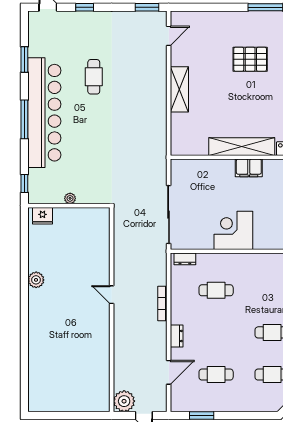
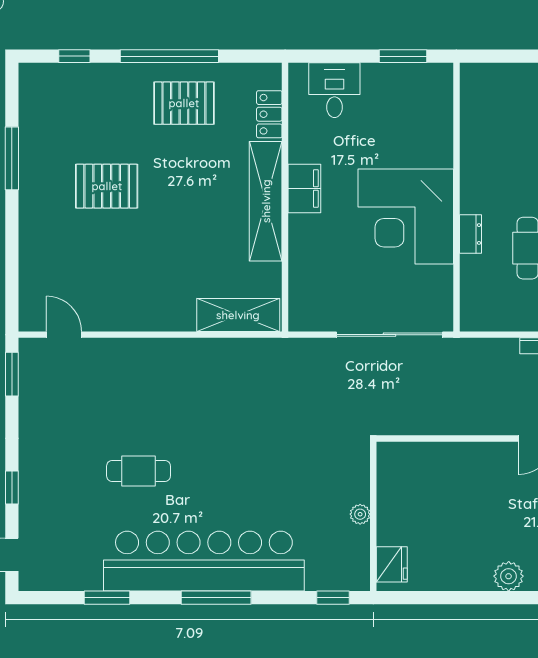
pallet: (250, 59) -> (107, 186), turned 90
shelving: (179, 89) -> (238, 315), moved
corner desk: (233, 230) -> (406, 217), width x1.36, depth x1.36
dresser: (185, 259) -> (470, 234), moved

